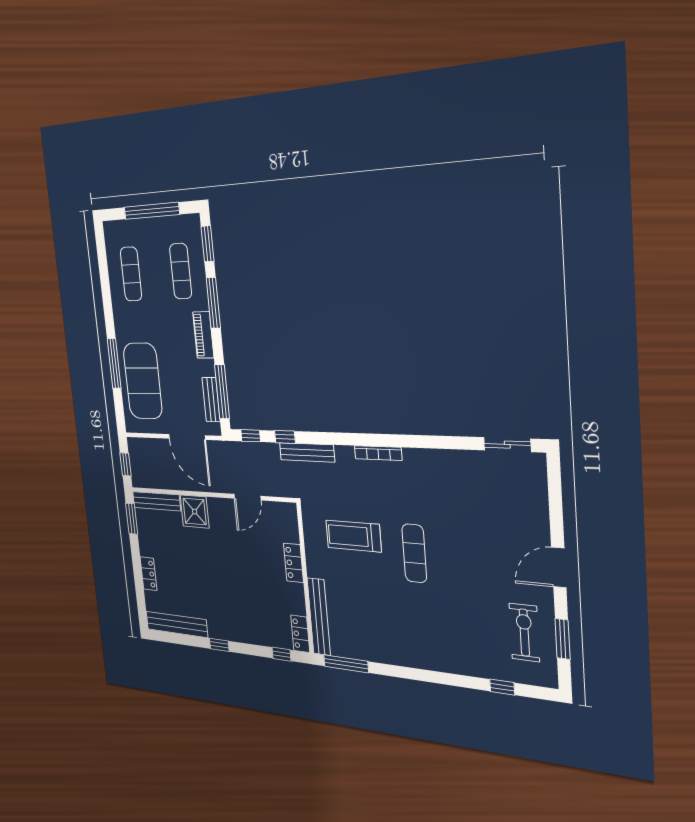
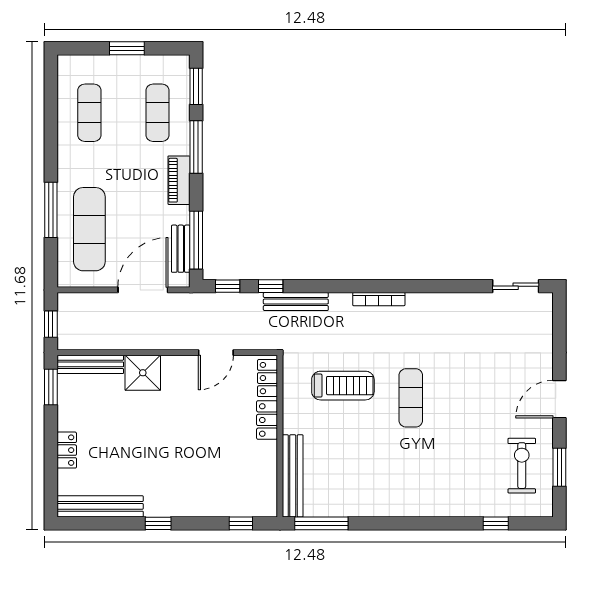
window: (152, 211) -> (127, 48), width x0.47
exercise mat: (143, 381) -> (89, 229), width x0.68
door: (187, 437) -> (143, 290), swing flipped
treadmill: (353, 536) -> (343, 386), turned 180
locker: (300, 634) -> (268, 378), moved

